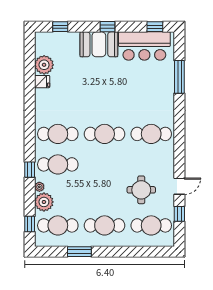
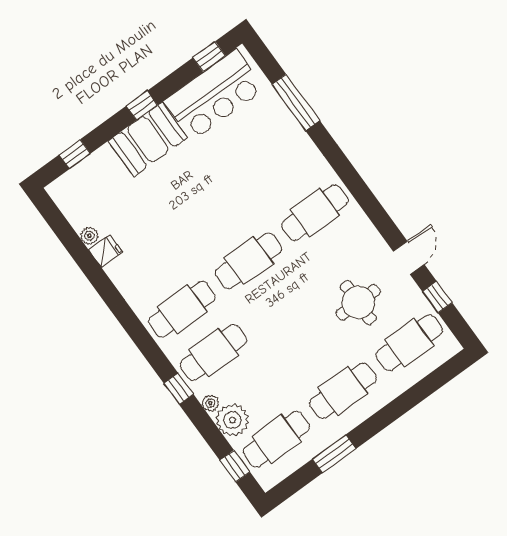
plant: (44, 65) -> (89, 236), width x0.53, depth x0.53

